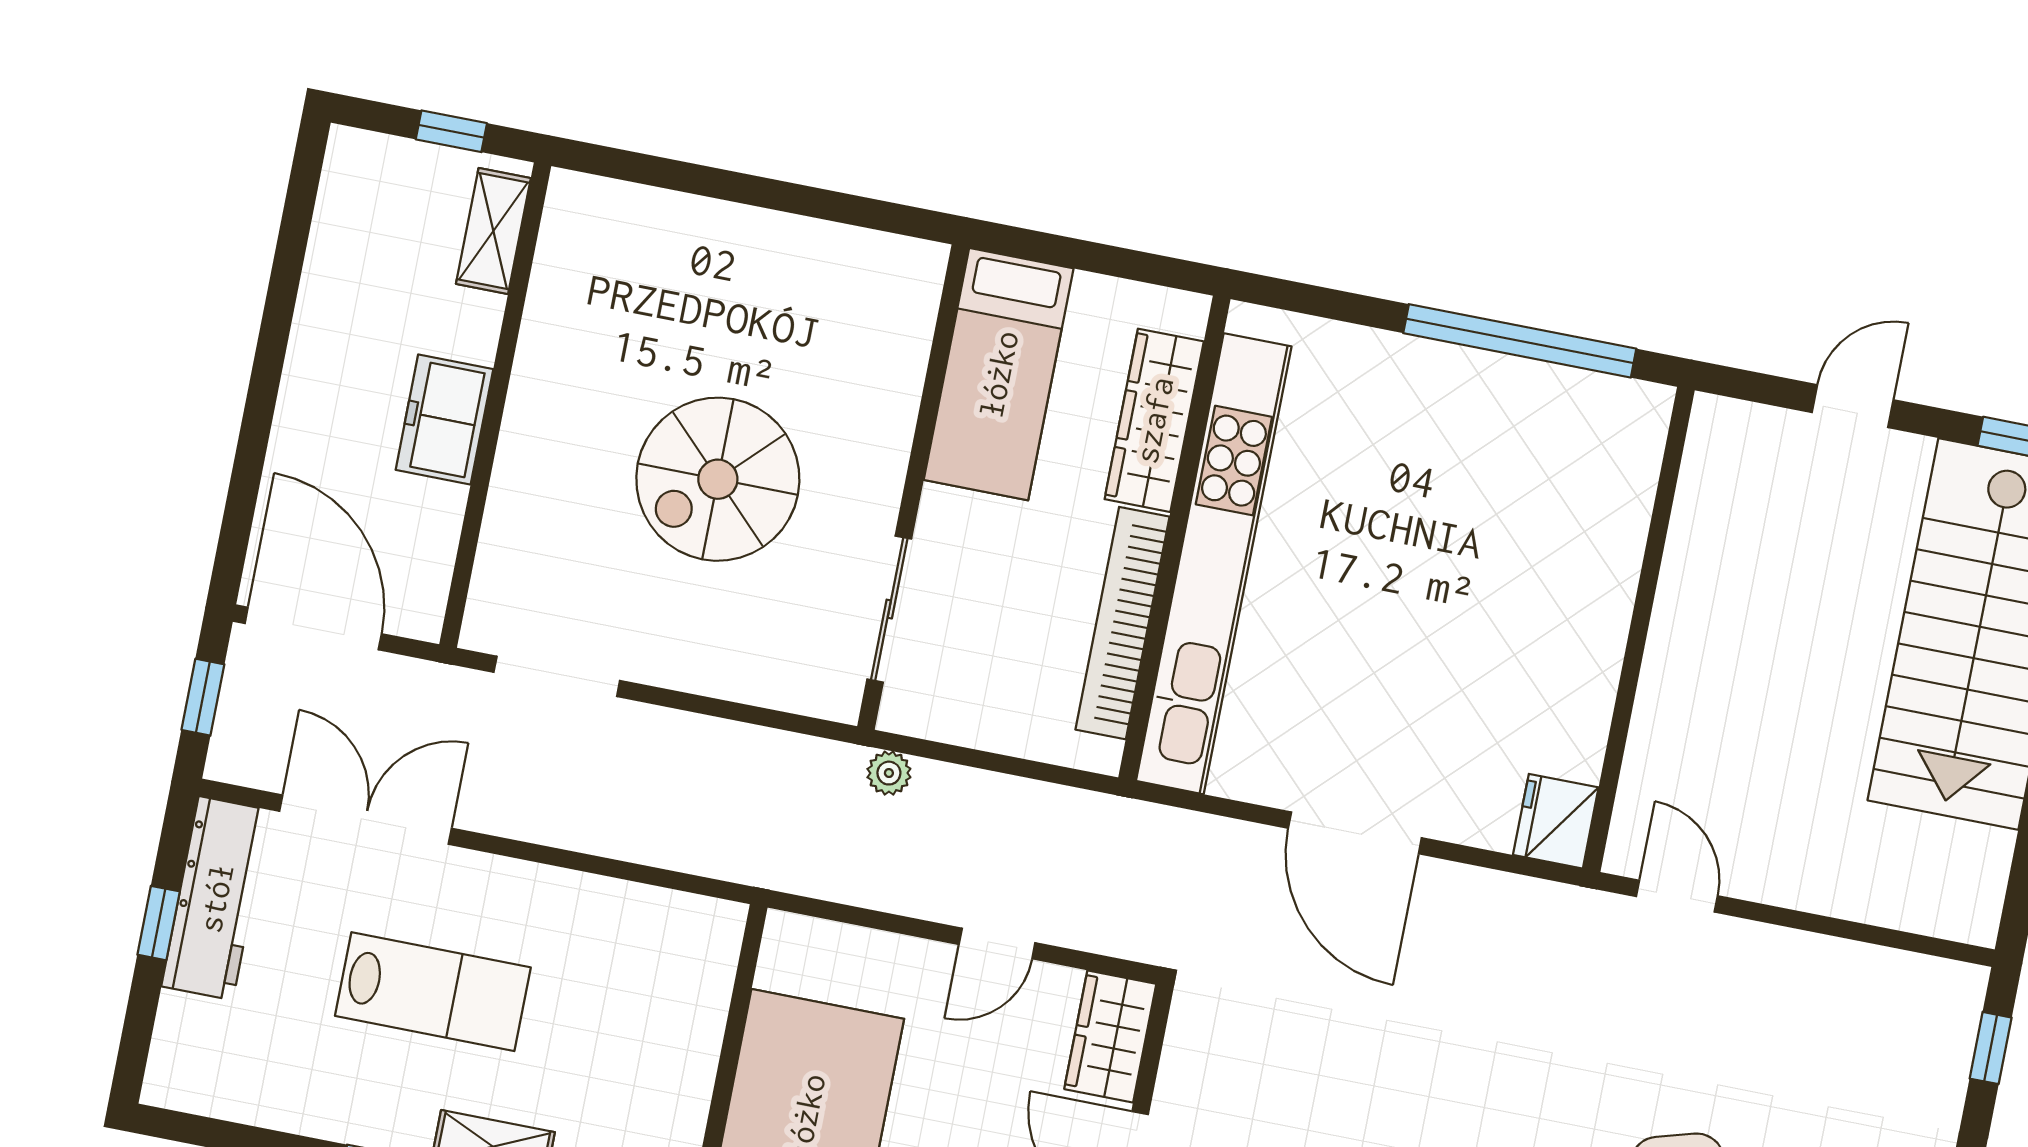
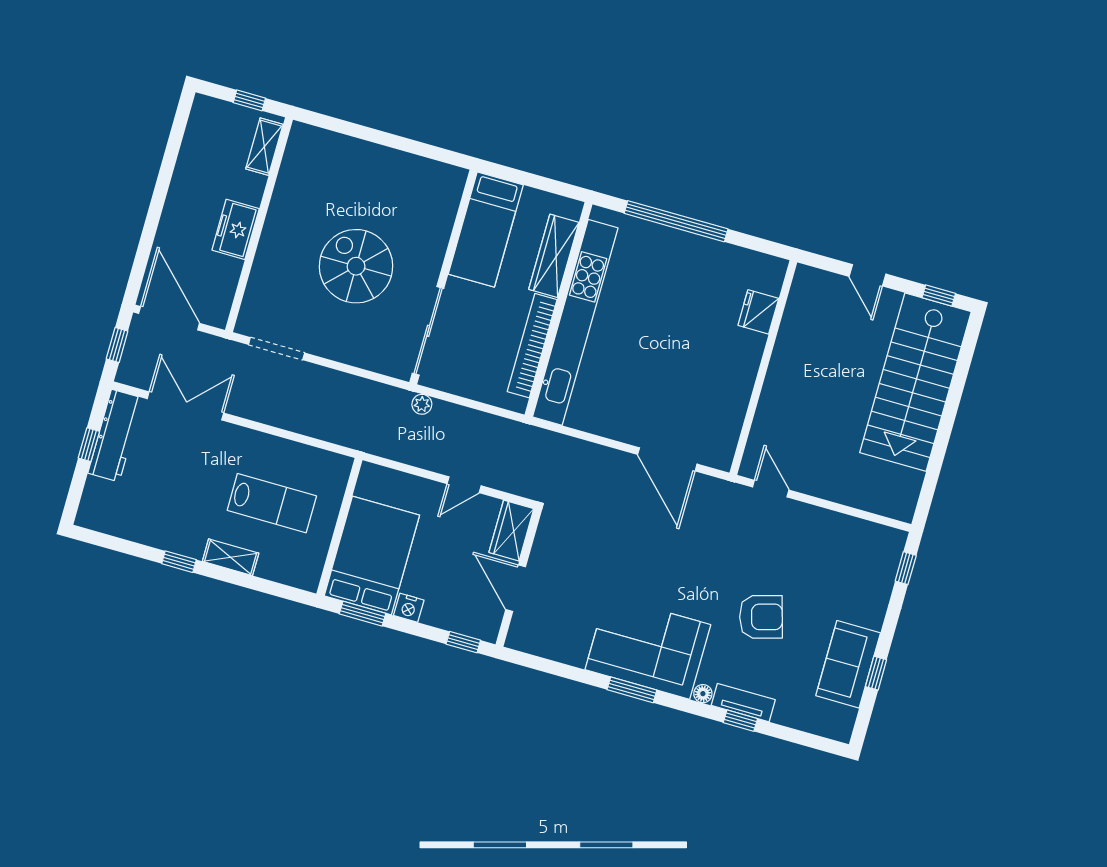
window: (1520, 341) -> (676, 221), moved
door: (1853, 406) -> (867, 275), swing flipped
spiral stairs: (718, 479) -> (356, 266), turned 90
sliding door: (889, 609) -> (428, 331), width x1.37
fridge: (1556, 821) -> (758, 312), moved
door: (1355, 833) -> (667, 459), moved
lab bench: (433, 992) -> (272, 503), moved

